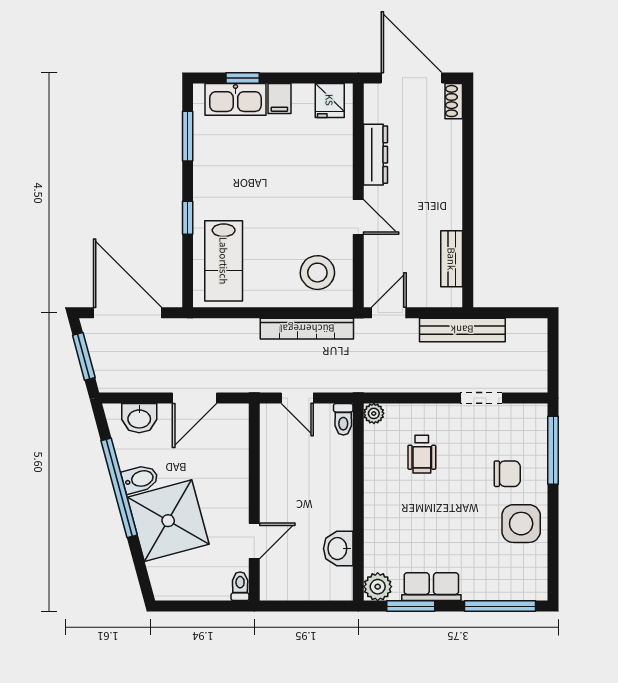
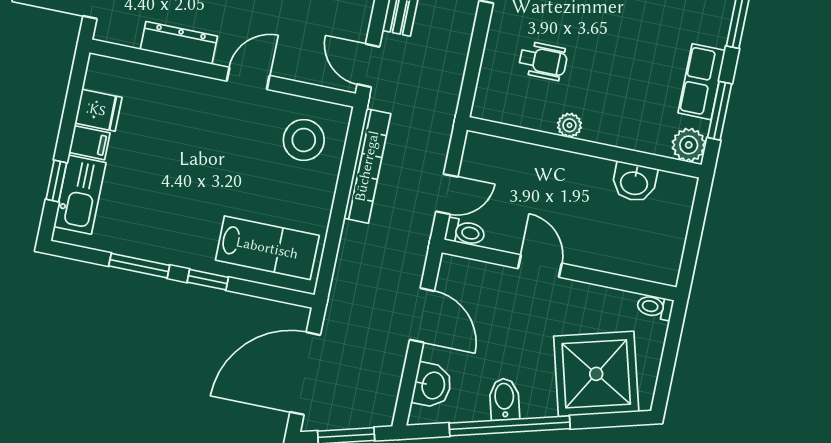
fridge: (330, 100) -> (98, 110), moved
window: (188, 136) -> (139, 266), moved
plant: (374, 413) -> (569, 125), moved
toilet: (343, 419) -> (465, 232), moved
shower: (168, 521) -> (596, 374), moved
door: (254, 541) -> (540, 266), moved

